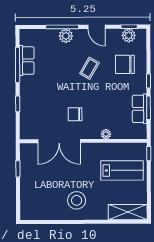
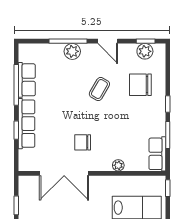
row of seats: (27, 98) -> (27, 124), added
row of seats: (140, 109) -> (157, 154), moved

